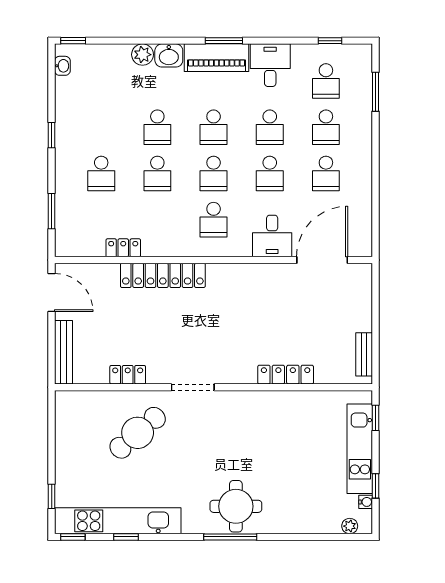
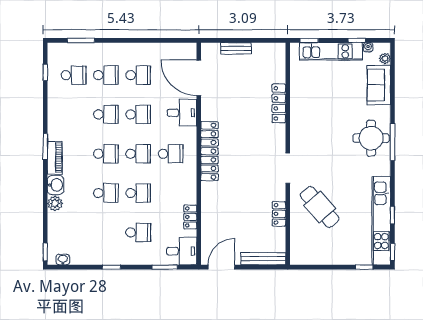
piano: (216, 58) -> (55, 158), width x0.73, depth x0.75
desk: (270, 65) -> (182, 251), moved, turned 180
locker: (163, 275) -> (210, 151), moved
bench: (364, 354) -> (236, 48), moved
sofa: (312, 517) -> (379, 85), added

